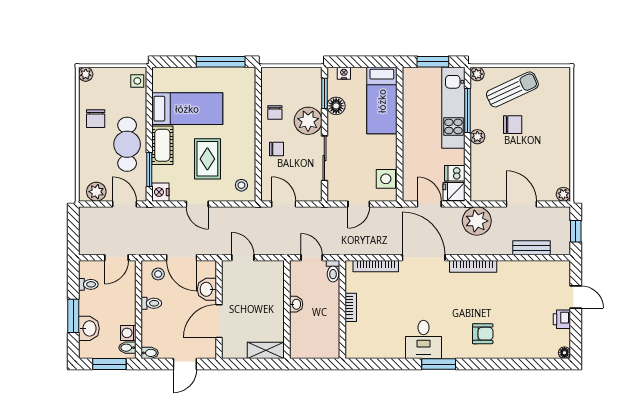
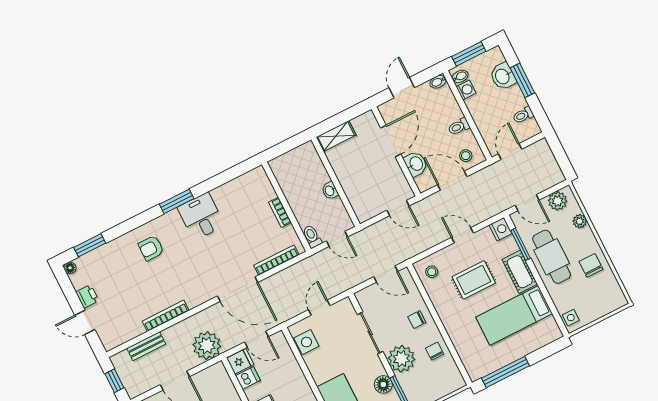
plant: (86, 74) -> (580, 221), moved
rug: (207, 159) -> (474, 280), turned 90
bookcase: (473, 266) -> (166, 316), moved
window: (537, 364) -> (90, 245), added

